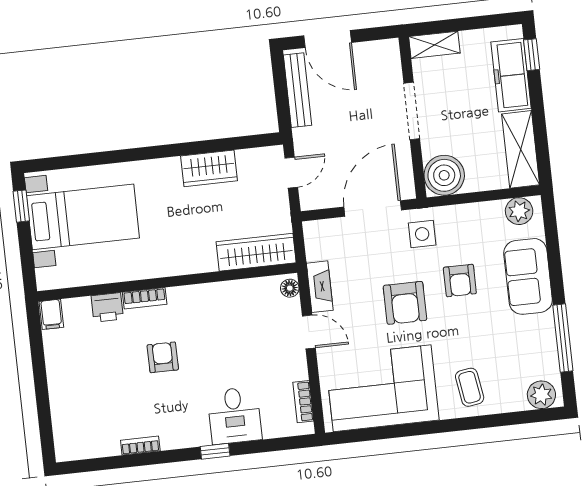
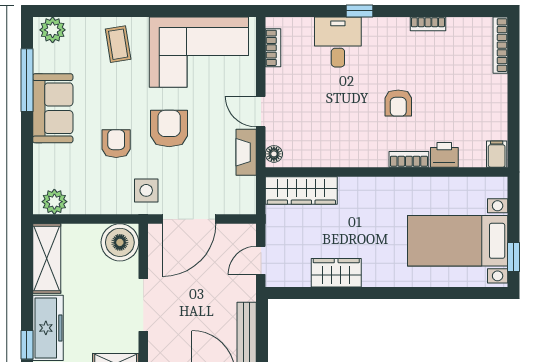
sofa: (528, 276) -> (53, 108), moved
bookcase: (60, 431) -> (500, 45), added

